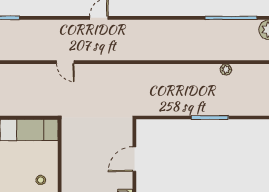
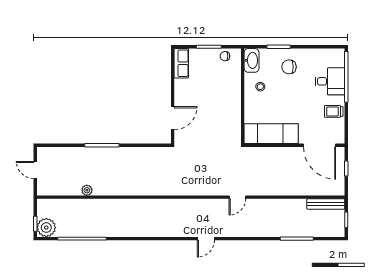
door: (65, 62) -> (237, 197), swing flipped
door: (134, 159) -> (173, 118), moved

